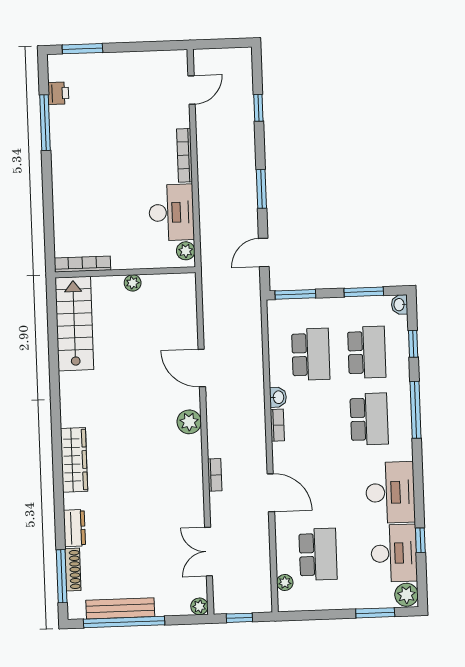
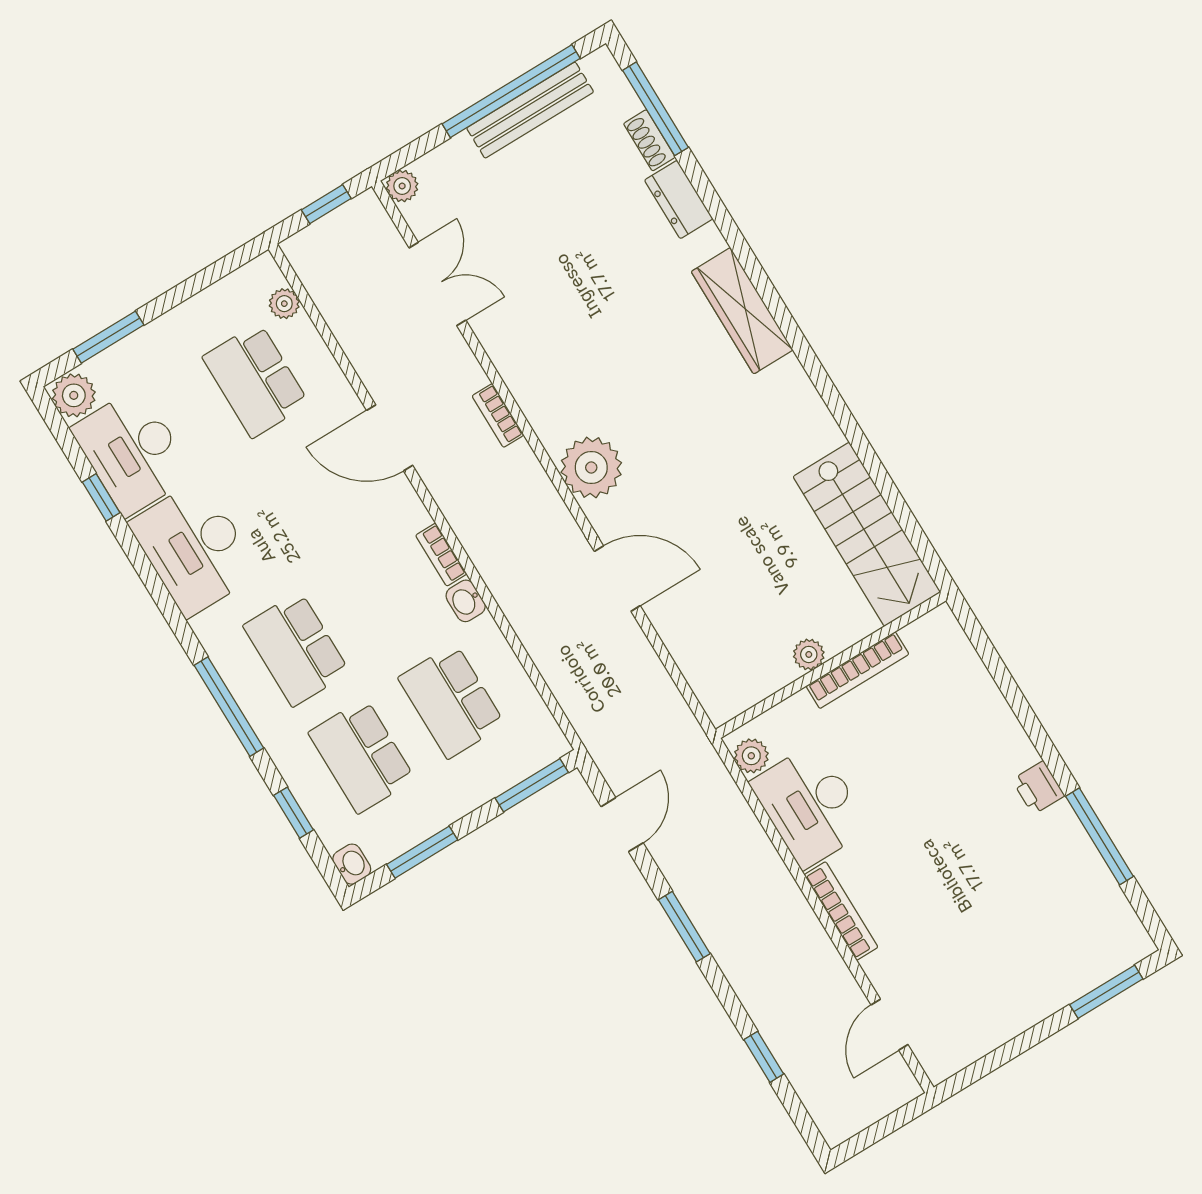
printer: (58, 93) -> (1038, 788), moved
bookcase: (82, 264) -> (857, 670), moved
plant: (189, 422) -> (591, 468), width x1.36, depth x1.36
shoe rack: (73, 570) -> (649, 140), width x0.70

